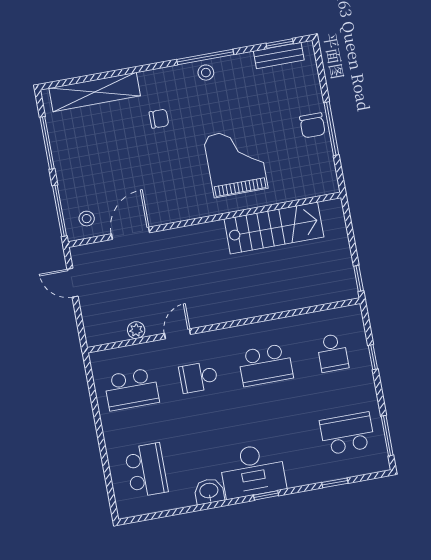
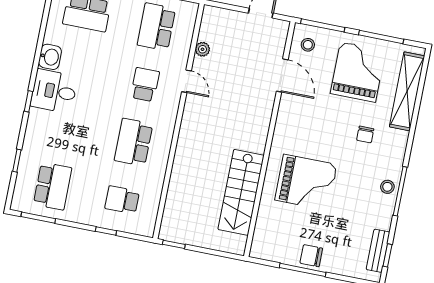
grand piano: (95, 153) -> (358, 72), added
desk: (252, 471) -> (54, 91), width x0.73

